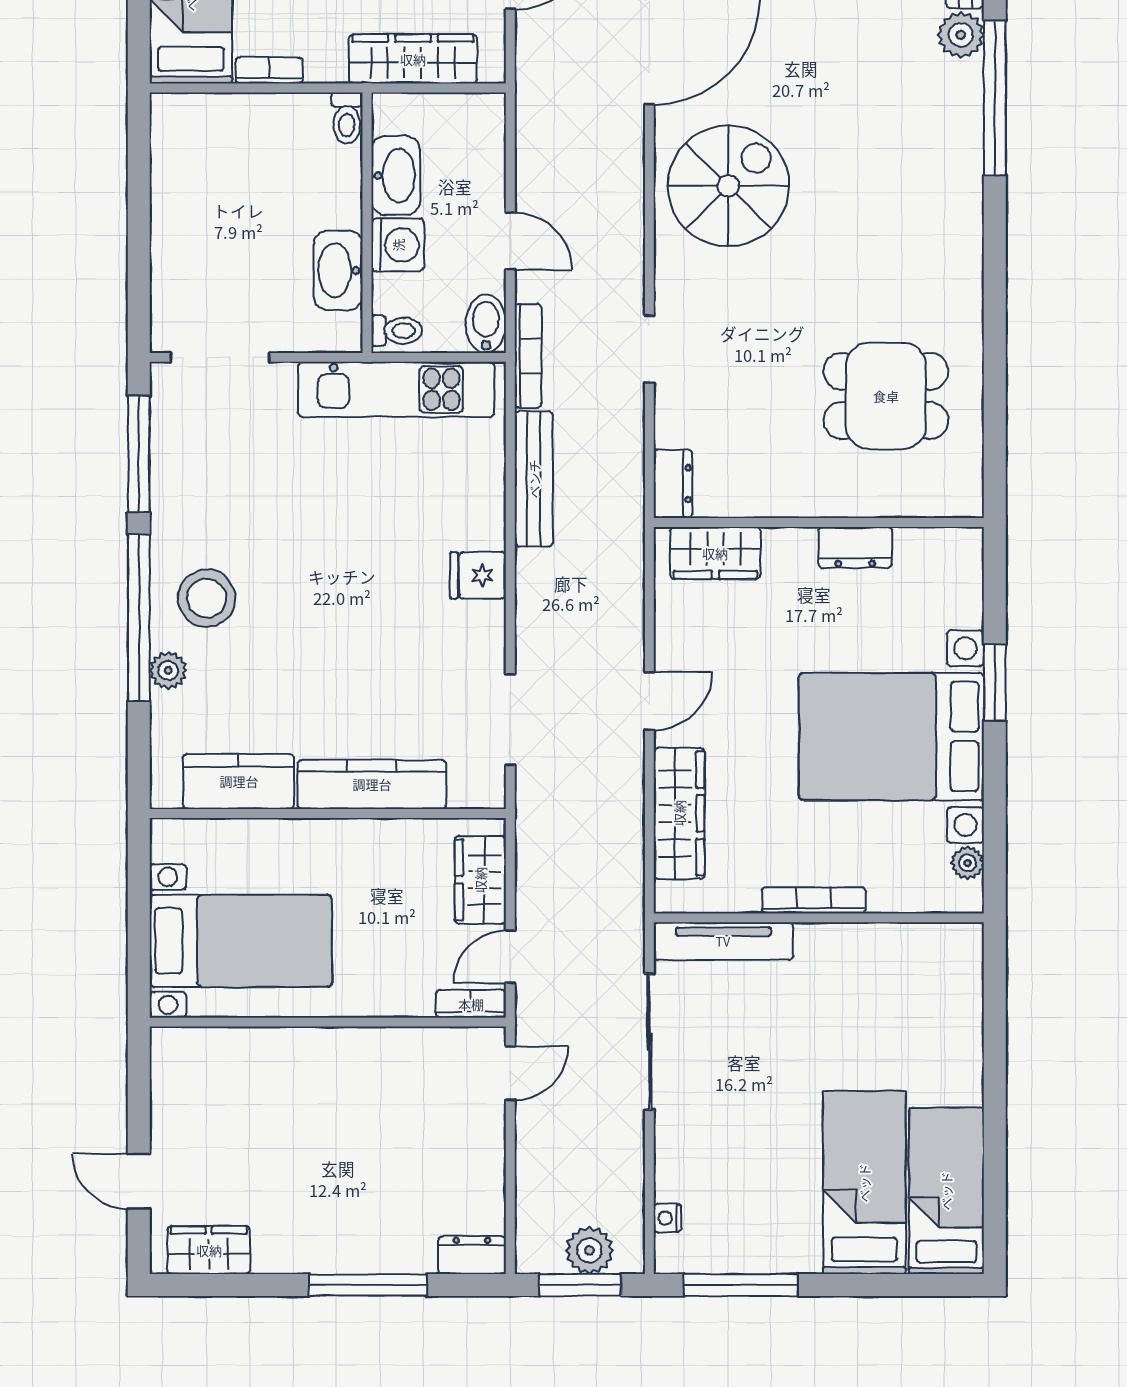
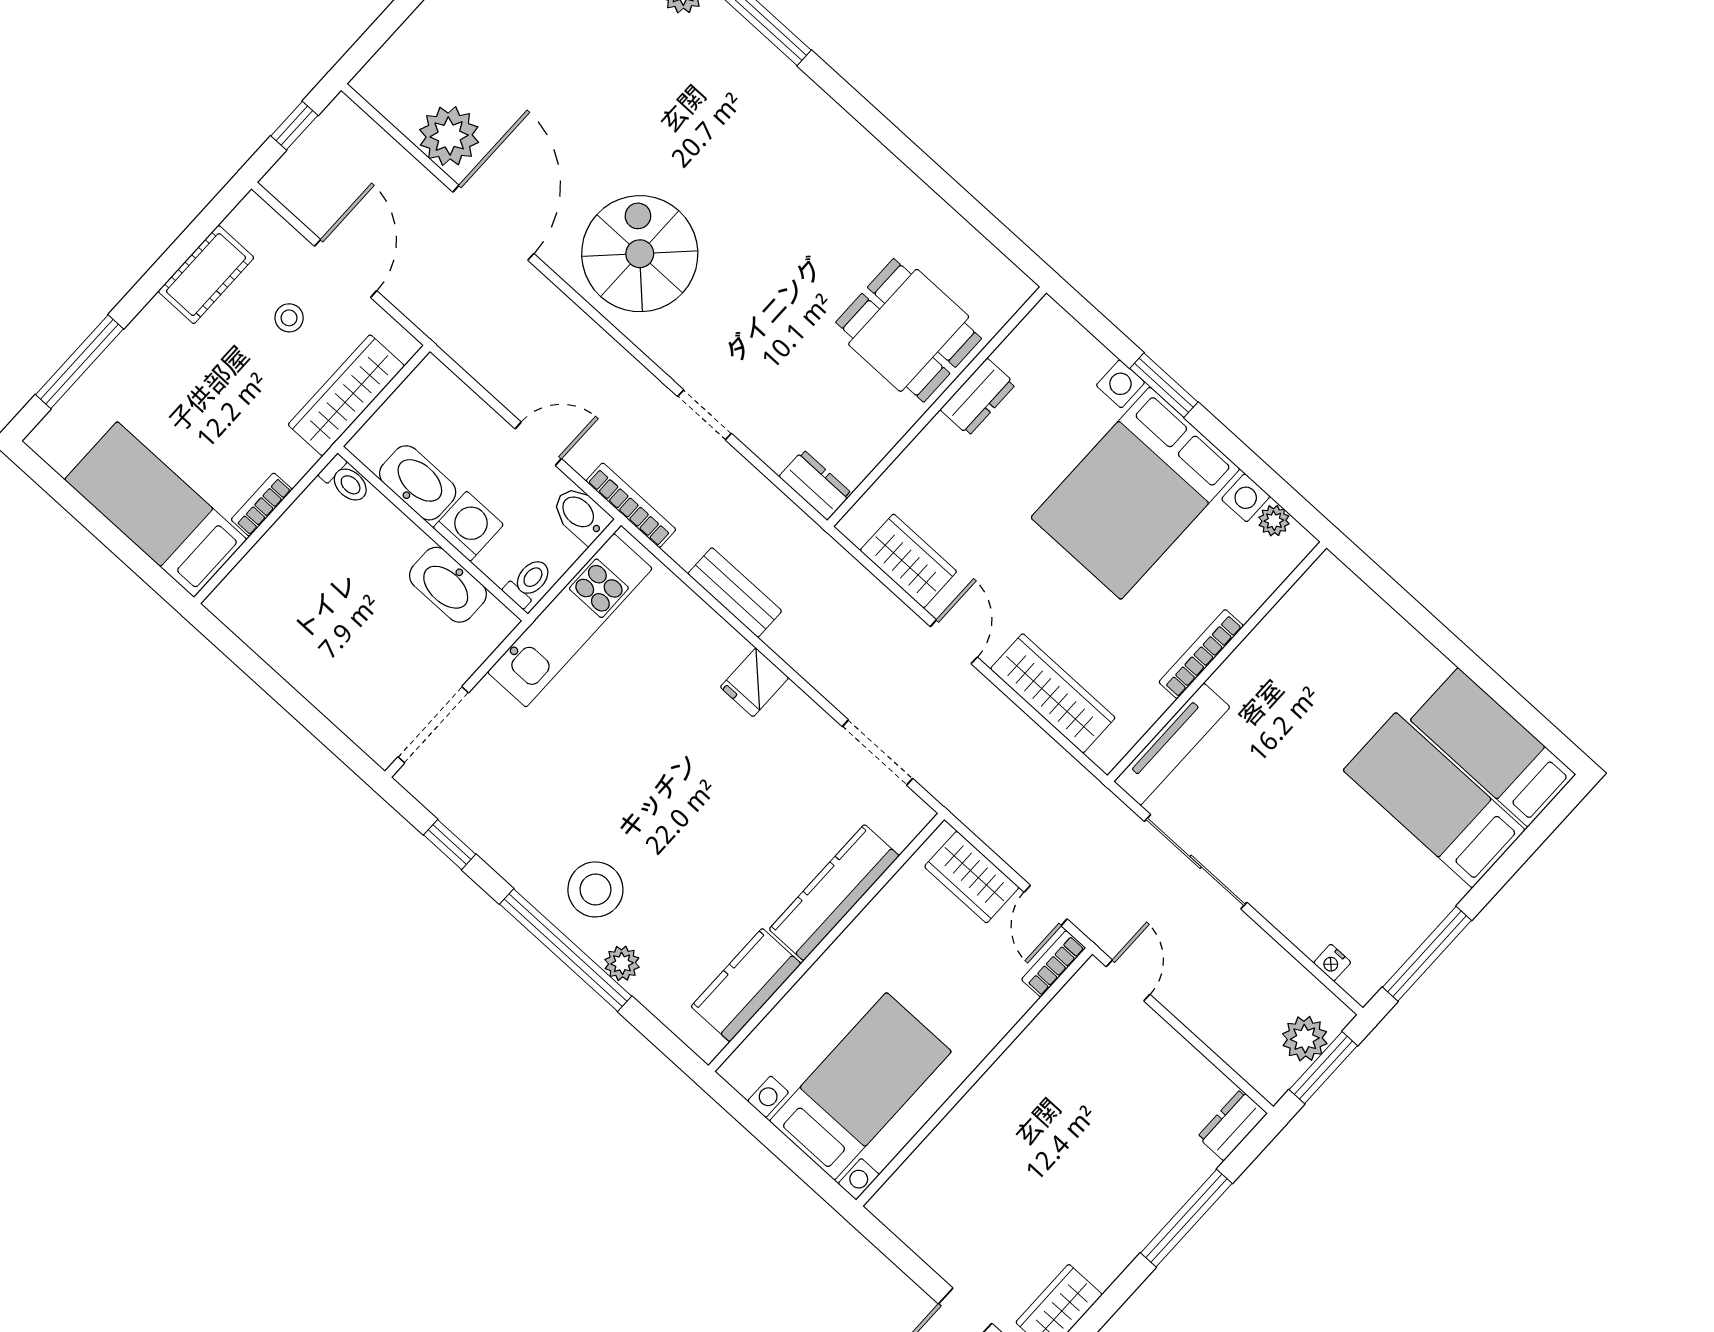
dining table: (886, 396) -> (909, 330), moved, turned 90
window: (139, 454) -> (450, 845), width x0.46
bench: (534, 479) -> (735, 592), width x0.73
wardrobe: (715, 553) -> (908, 561), moved, turned -90

